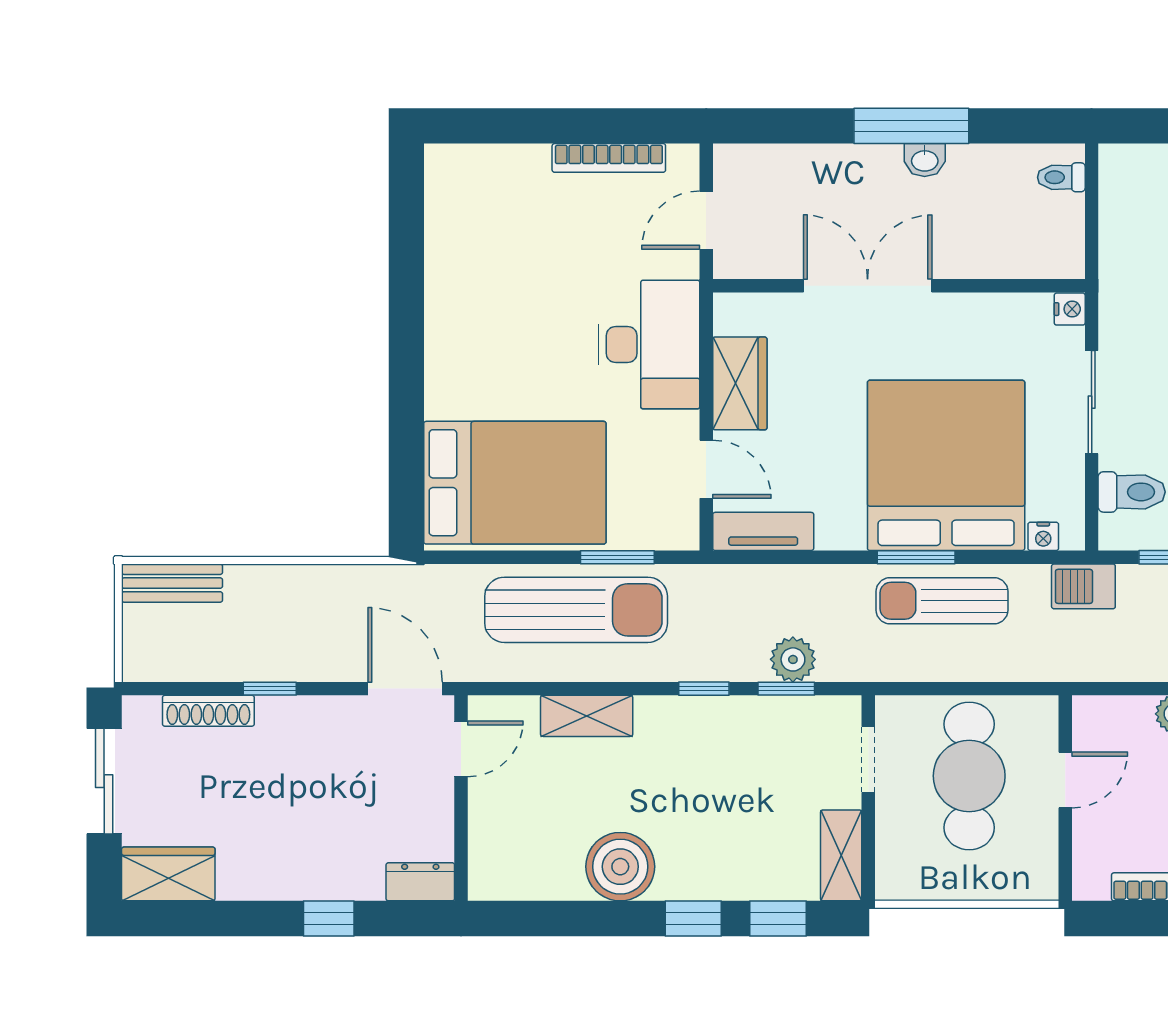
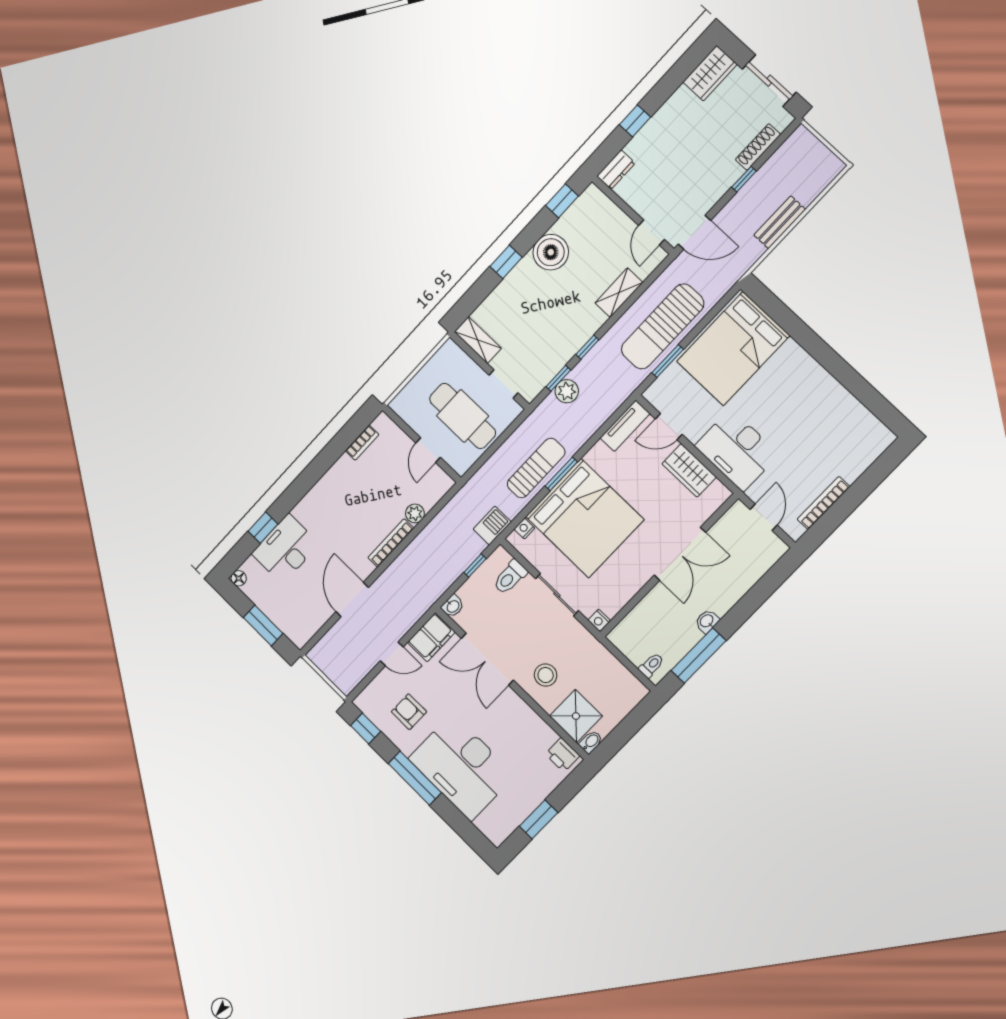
window: (911, 126) -> (699, 656), moved
bench: (172, 583) -> (780, 222), moved
window: (778, 919) -> (562, 201), moved

